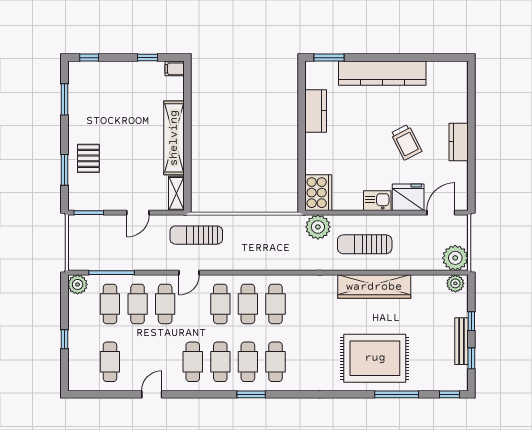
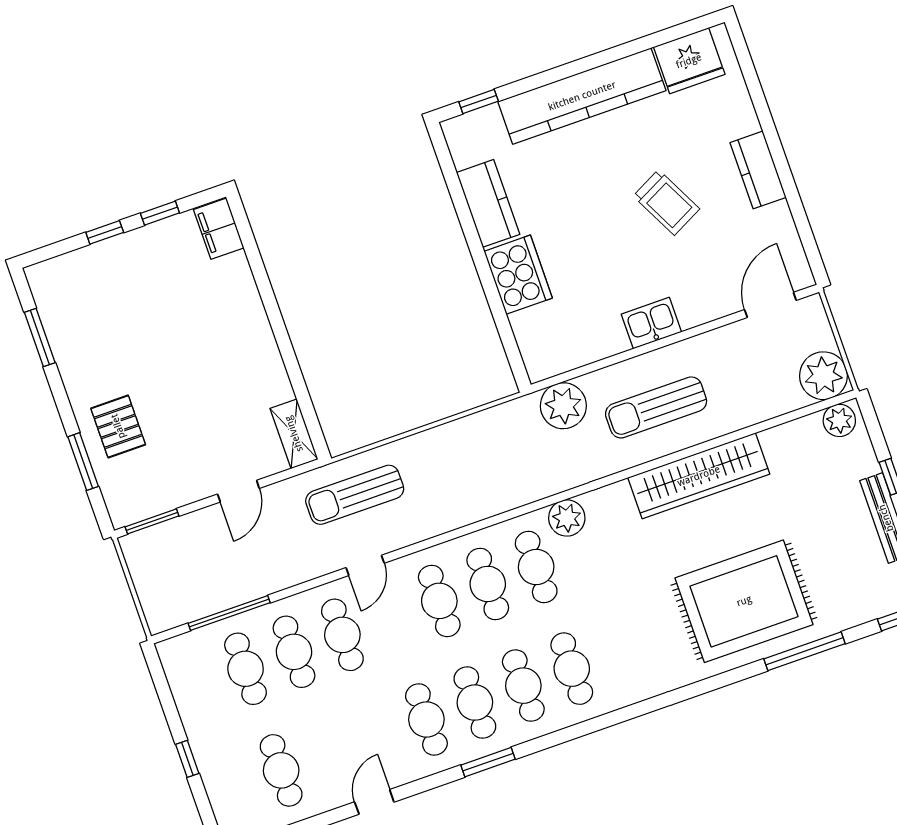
window: (89, 58) -> (105, 232), moved
window: (329, 58) -> (479, 102), width x0.67
filing cabinet: (175, 69) -> (219, 229), width x2.00
shelving: (174, 138) -> (256, 338), removed
cooker: (318, 193) -> (518, 275), moved
fridge: (408, 197) -> (689, 61), moved, turned 180
plant: (78, 284) -> (567, 518), moved
window: (251, 394) -> (488, 762), moved

